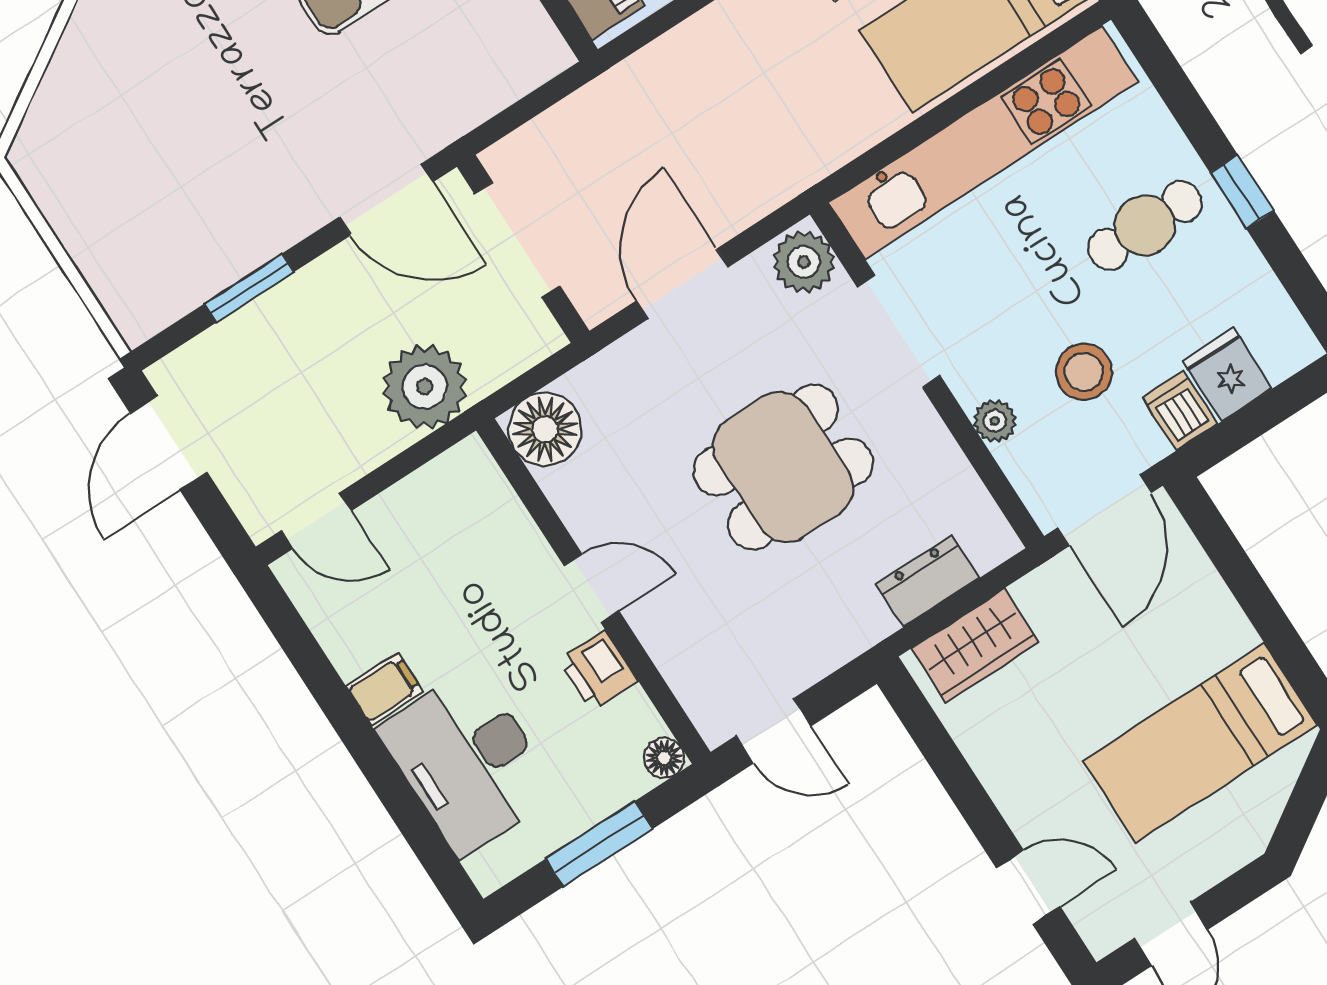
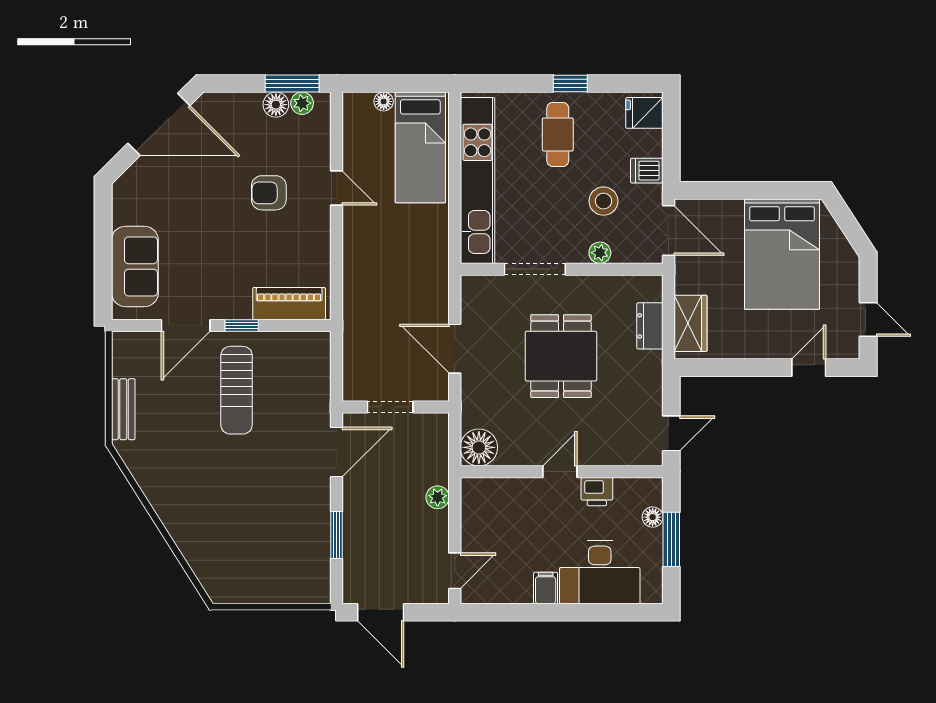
doorway: (517, 240) -> (390, 407), width x0.73
plant: (804, 262) -> (479, 290), removed
fridge: (1227, 374) -> (644, 113), moved
plant: (425, 387) -> (438, 497), width x0.53, depth x0.53
bed: (1200, 743) -> (782, 254), width x1.50
floor lamp: (664, 758) -> (653, 517), moved

